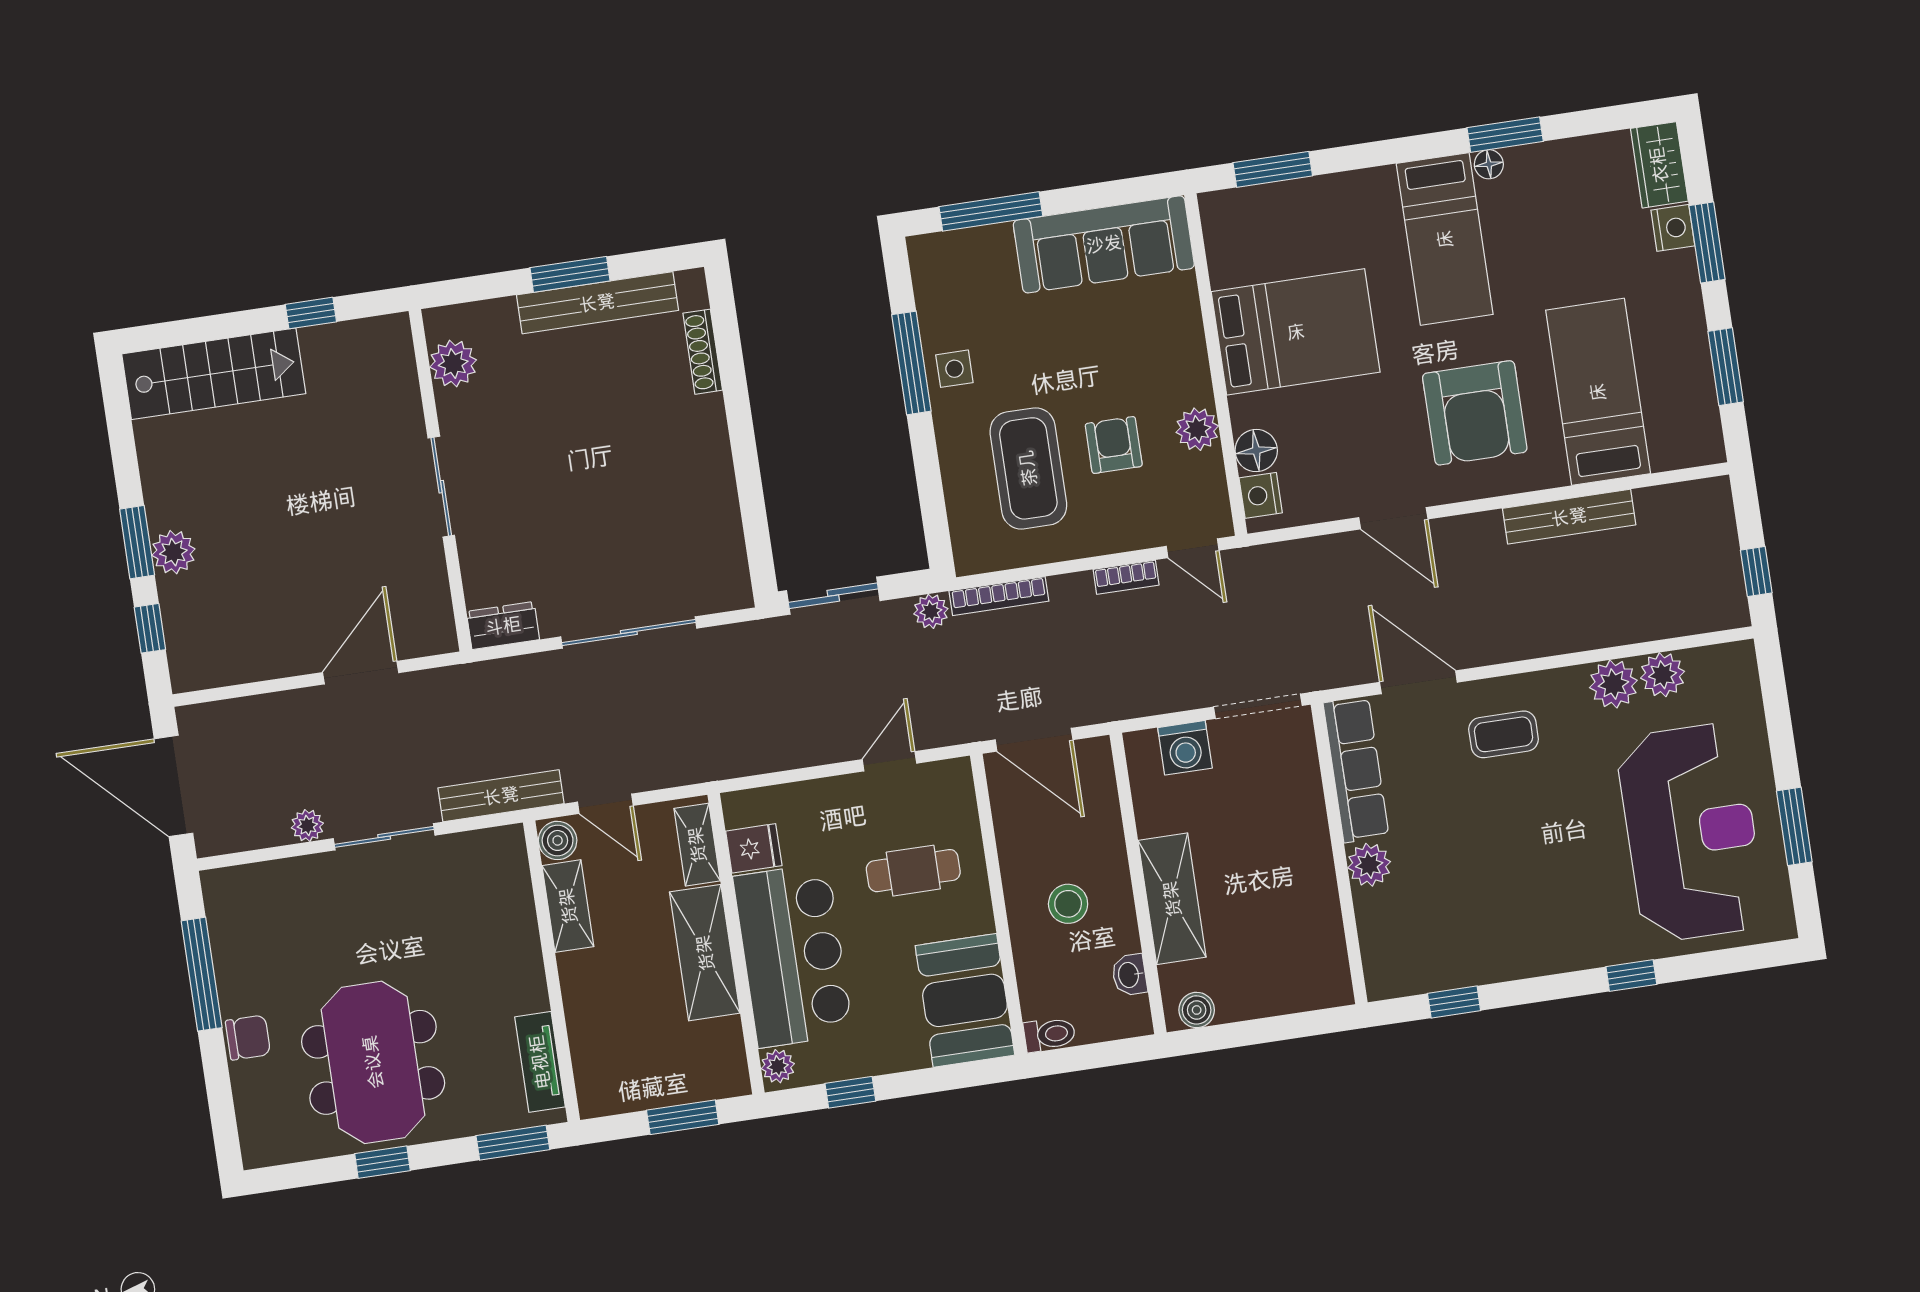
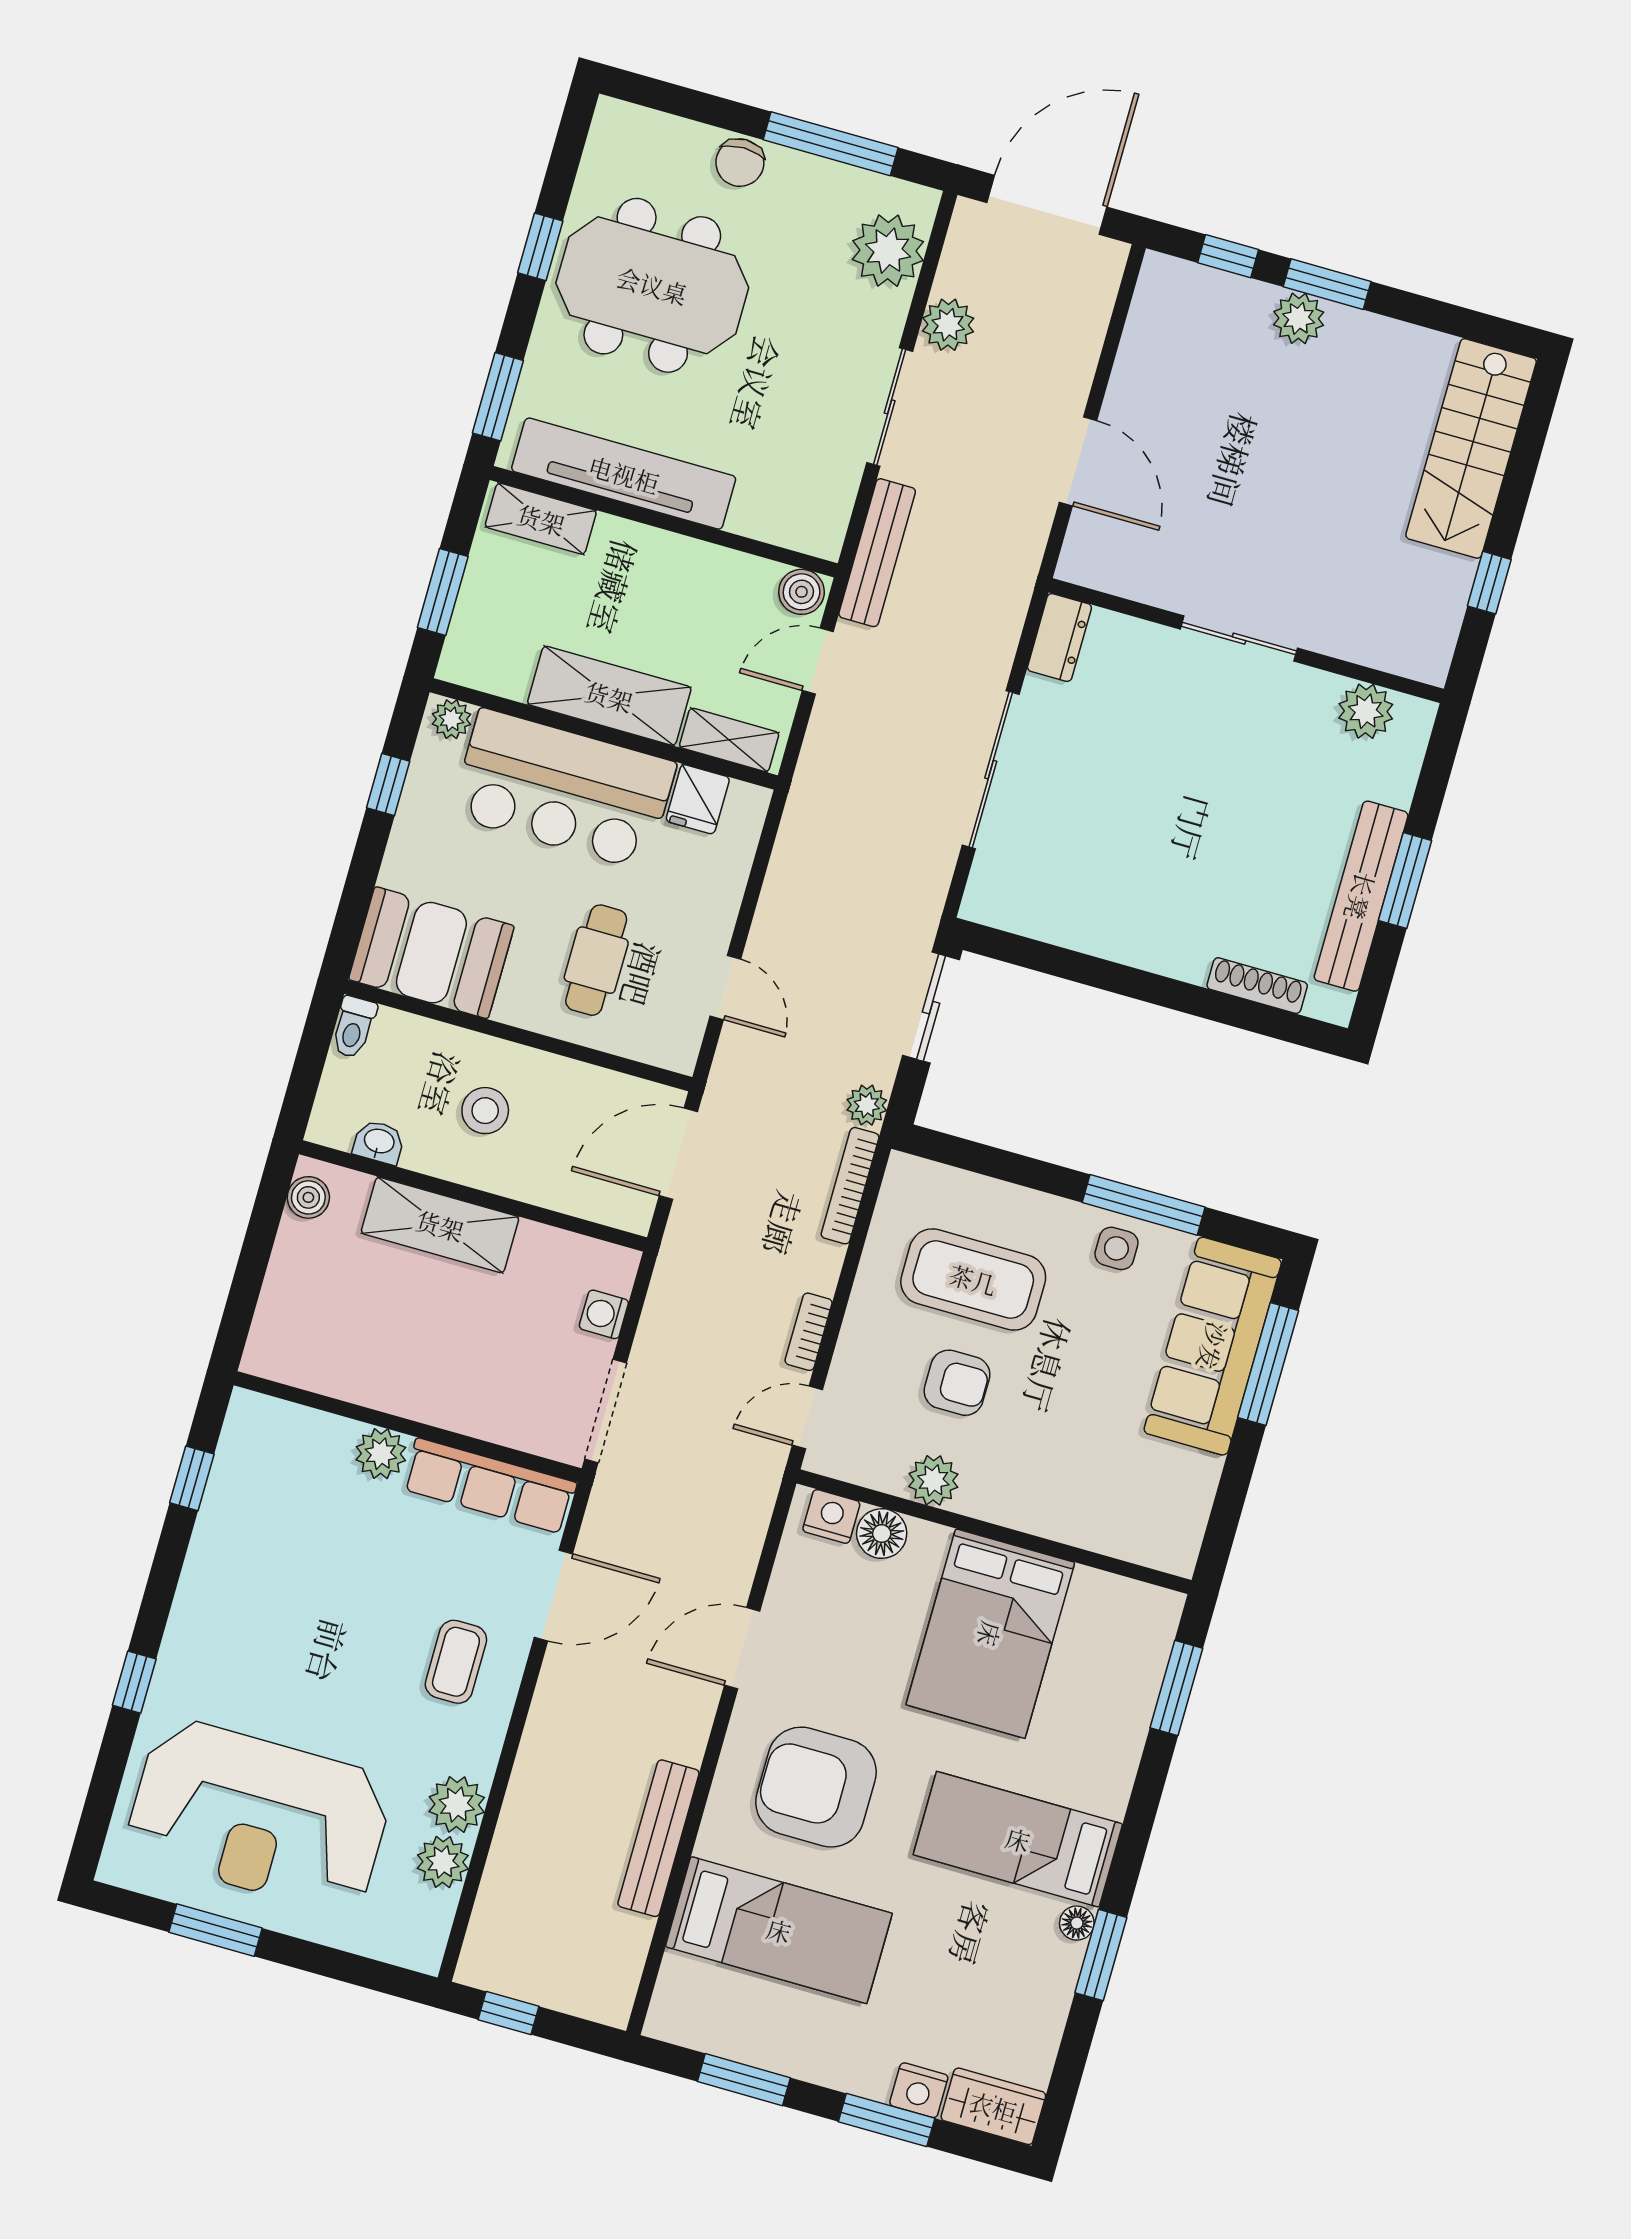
sofa: (1104, 244) -> (1213, 1346), moved
washing machine: (1185, 748) -> (604, 1314), width x0.73, depth x0.73
plant: (307, 826) -> (948, 325), width x1.38, depth x1.38
plant: (264, 893) -> (888, 251), added
shelving: (568, 906) -> (541, 519), moved
tv unit: (540, 1062) -> (624, 474), width x1.92, depth x1.29

